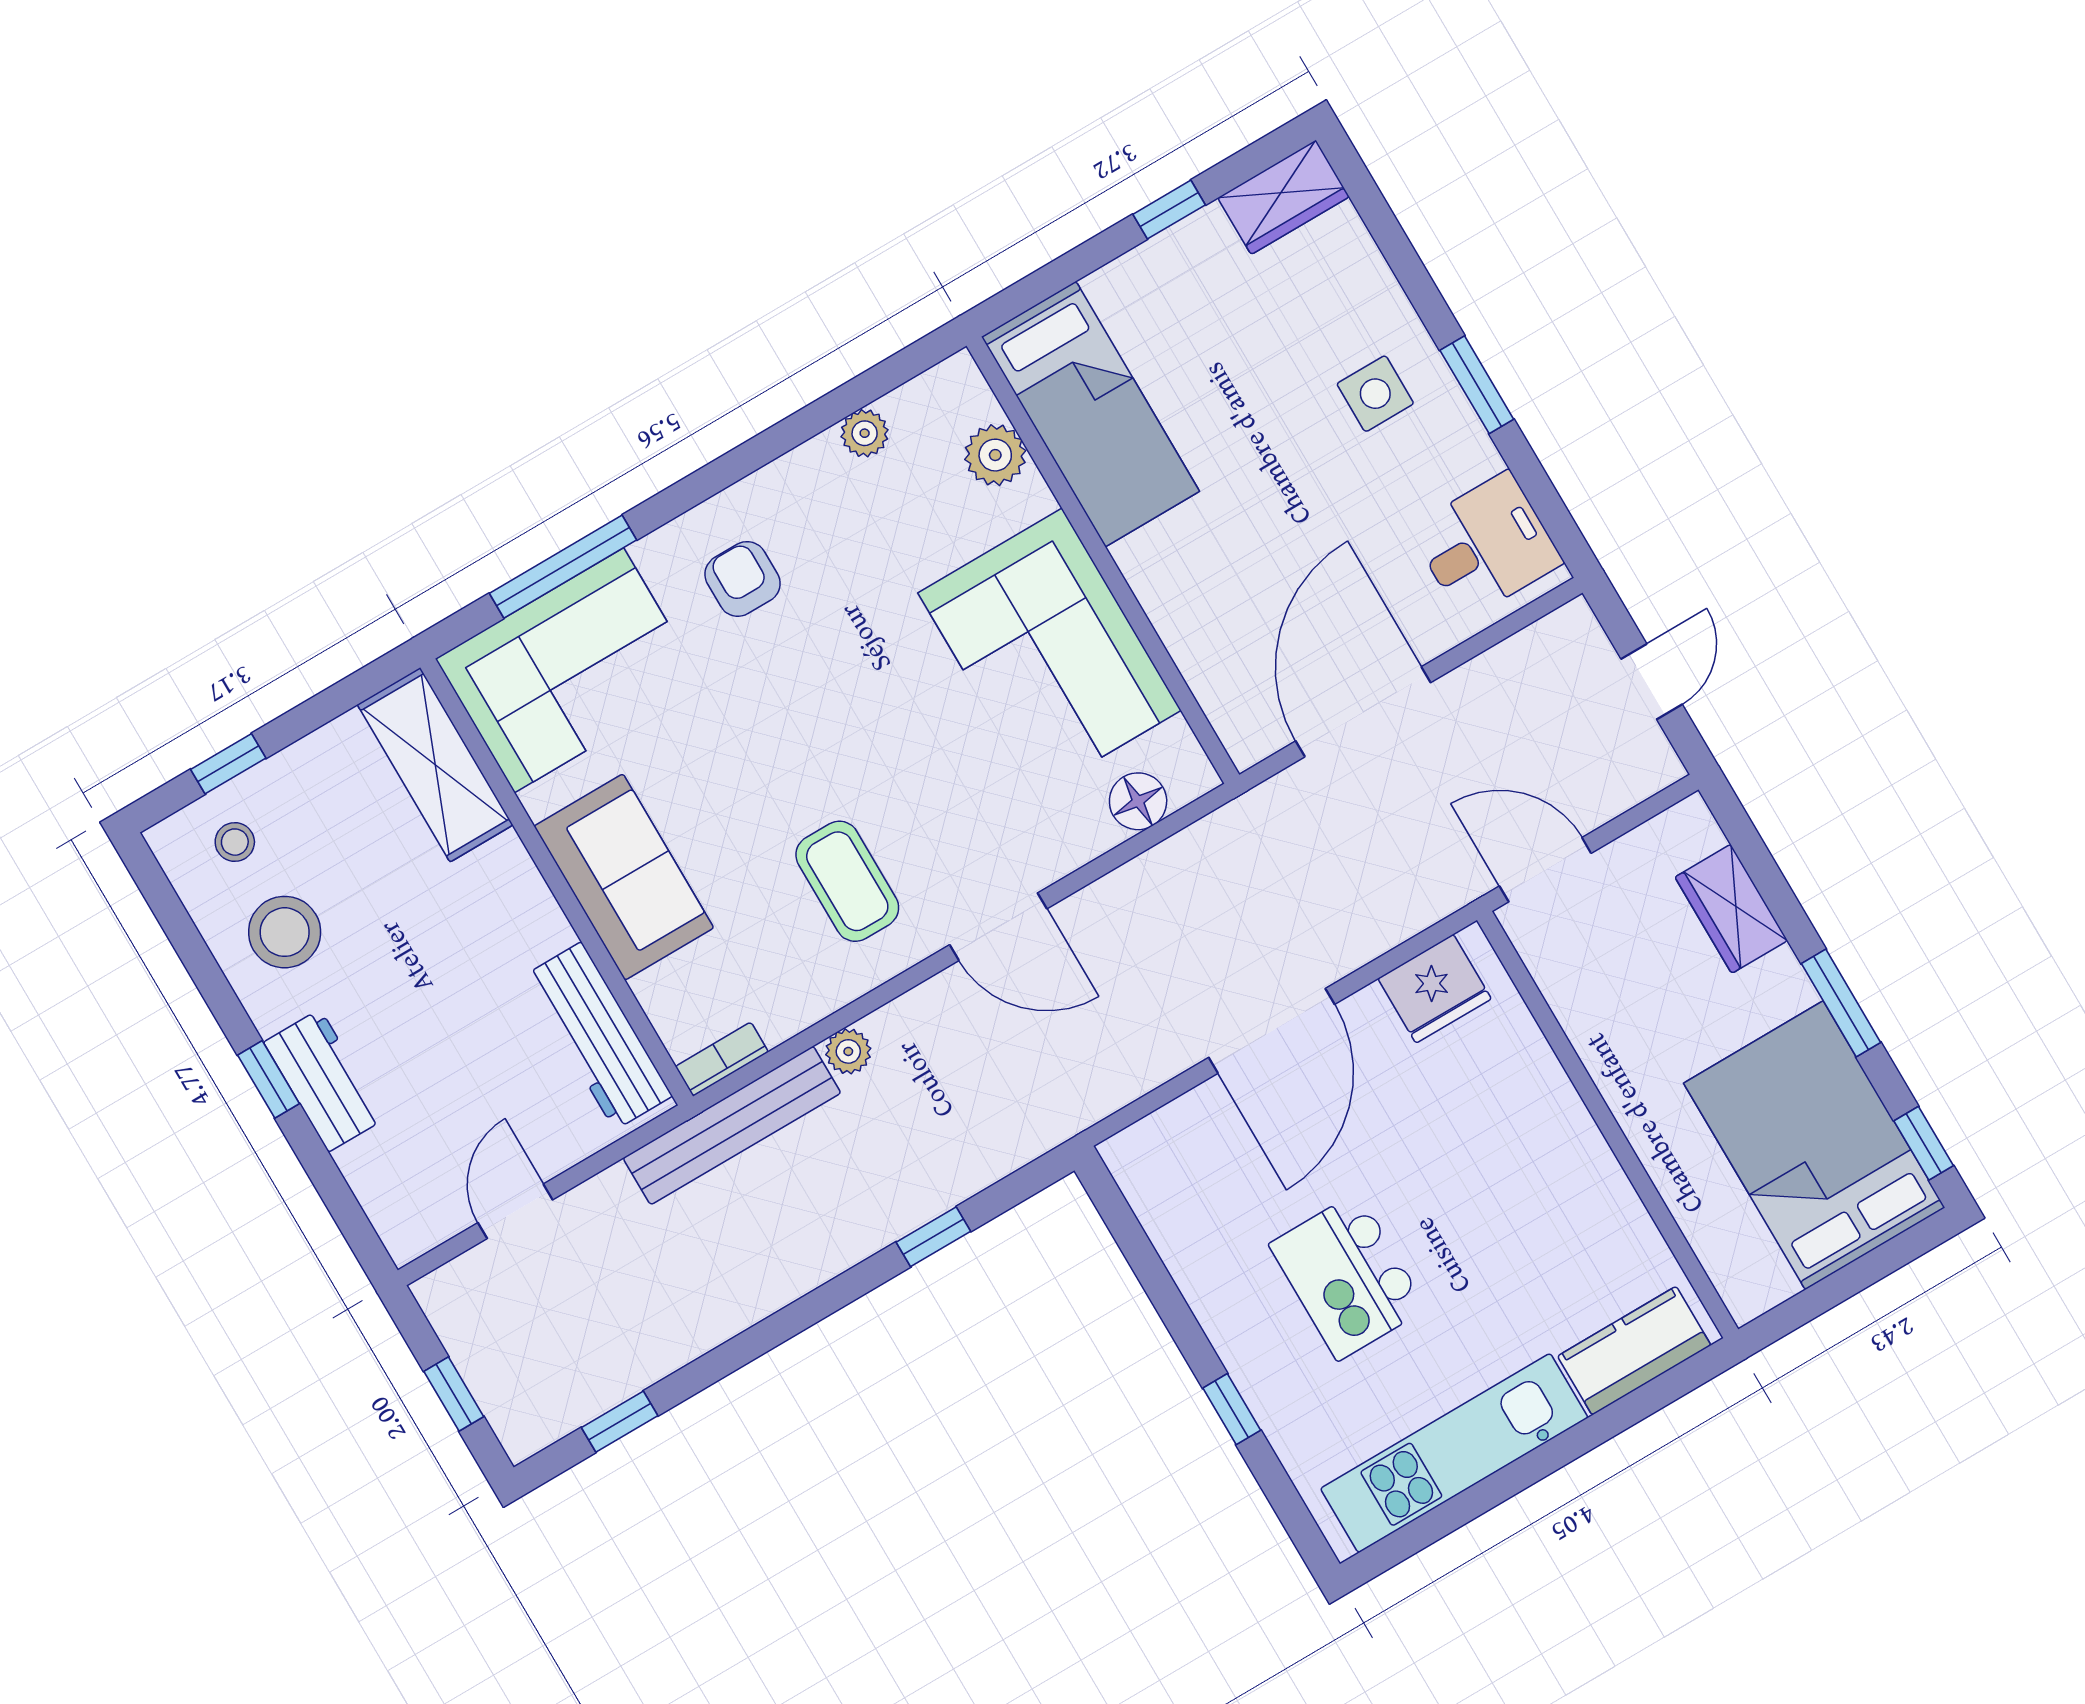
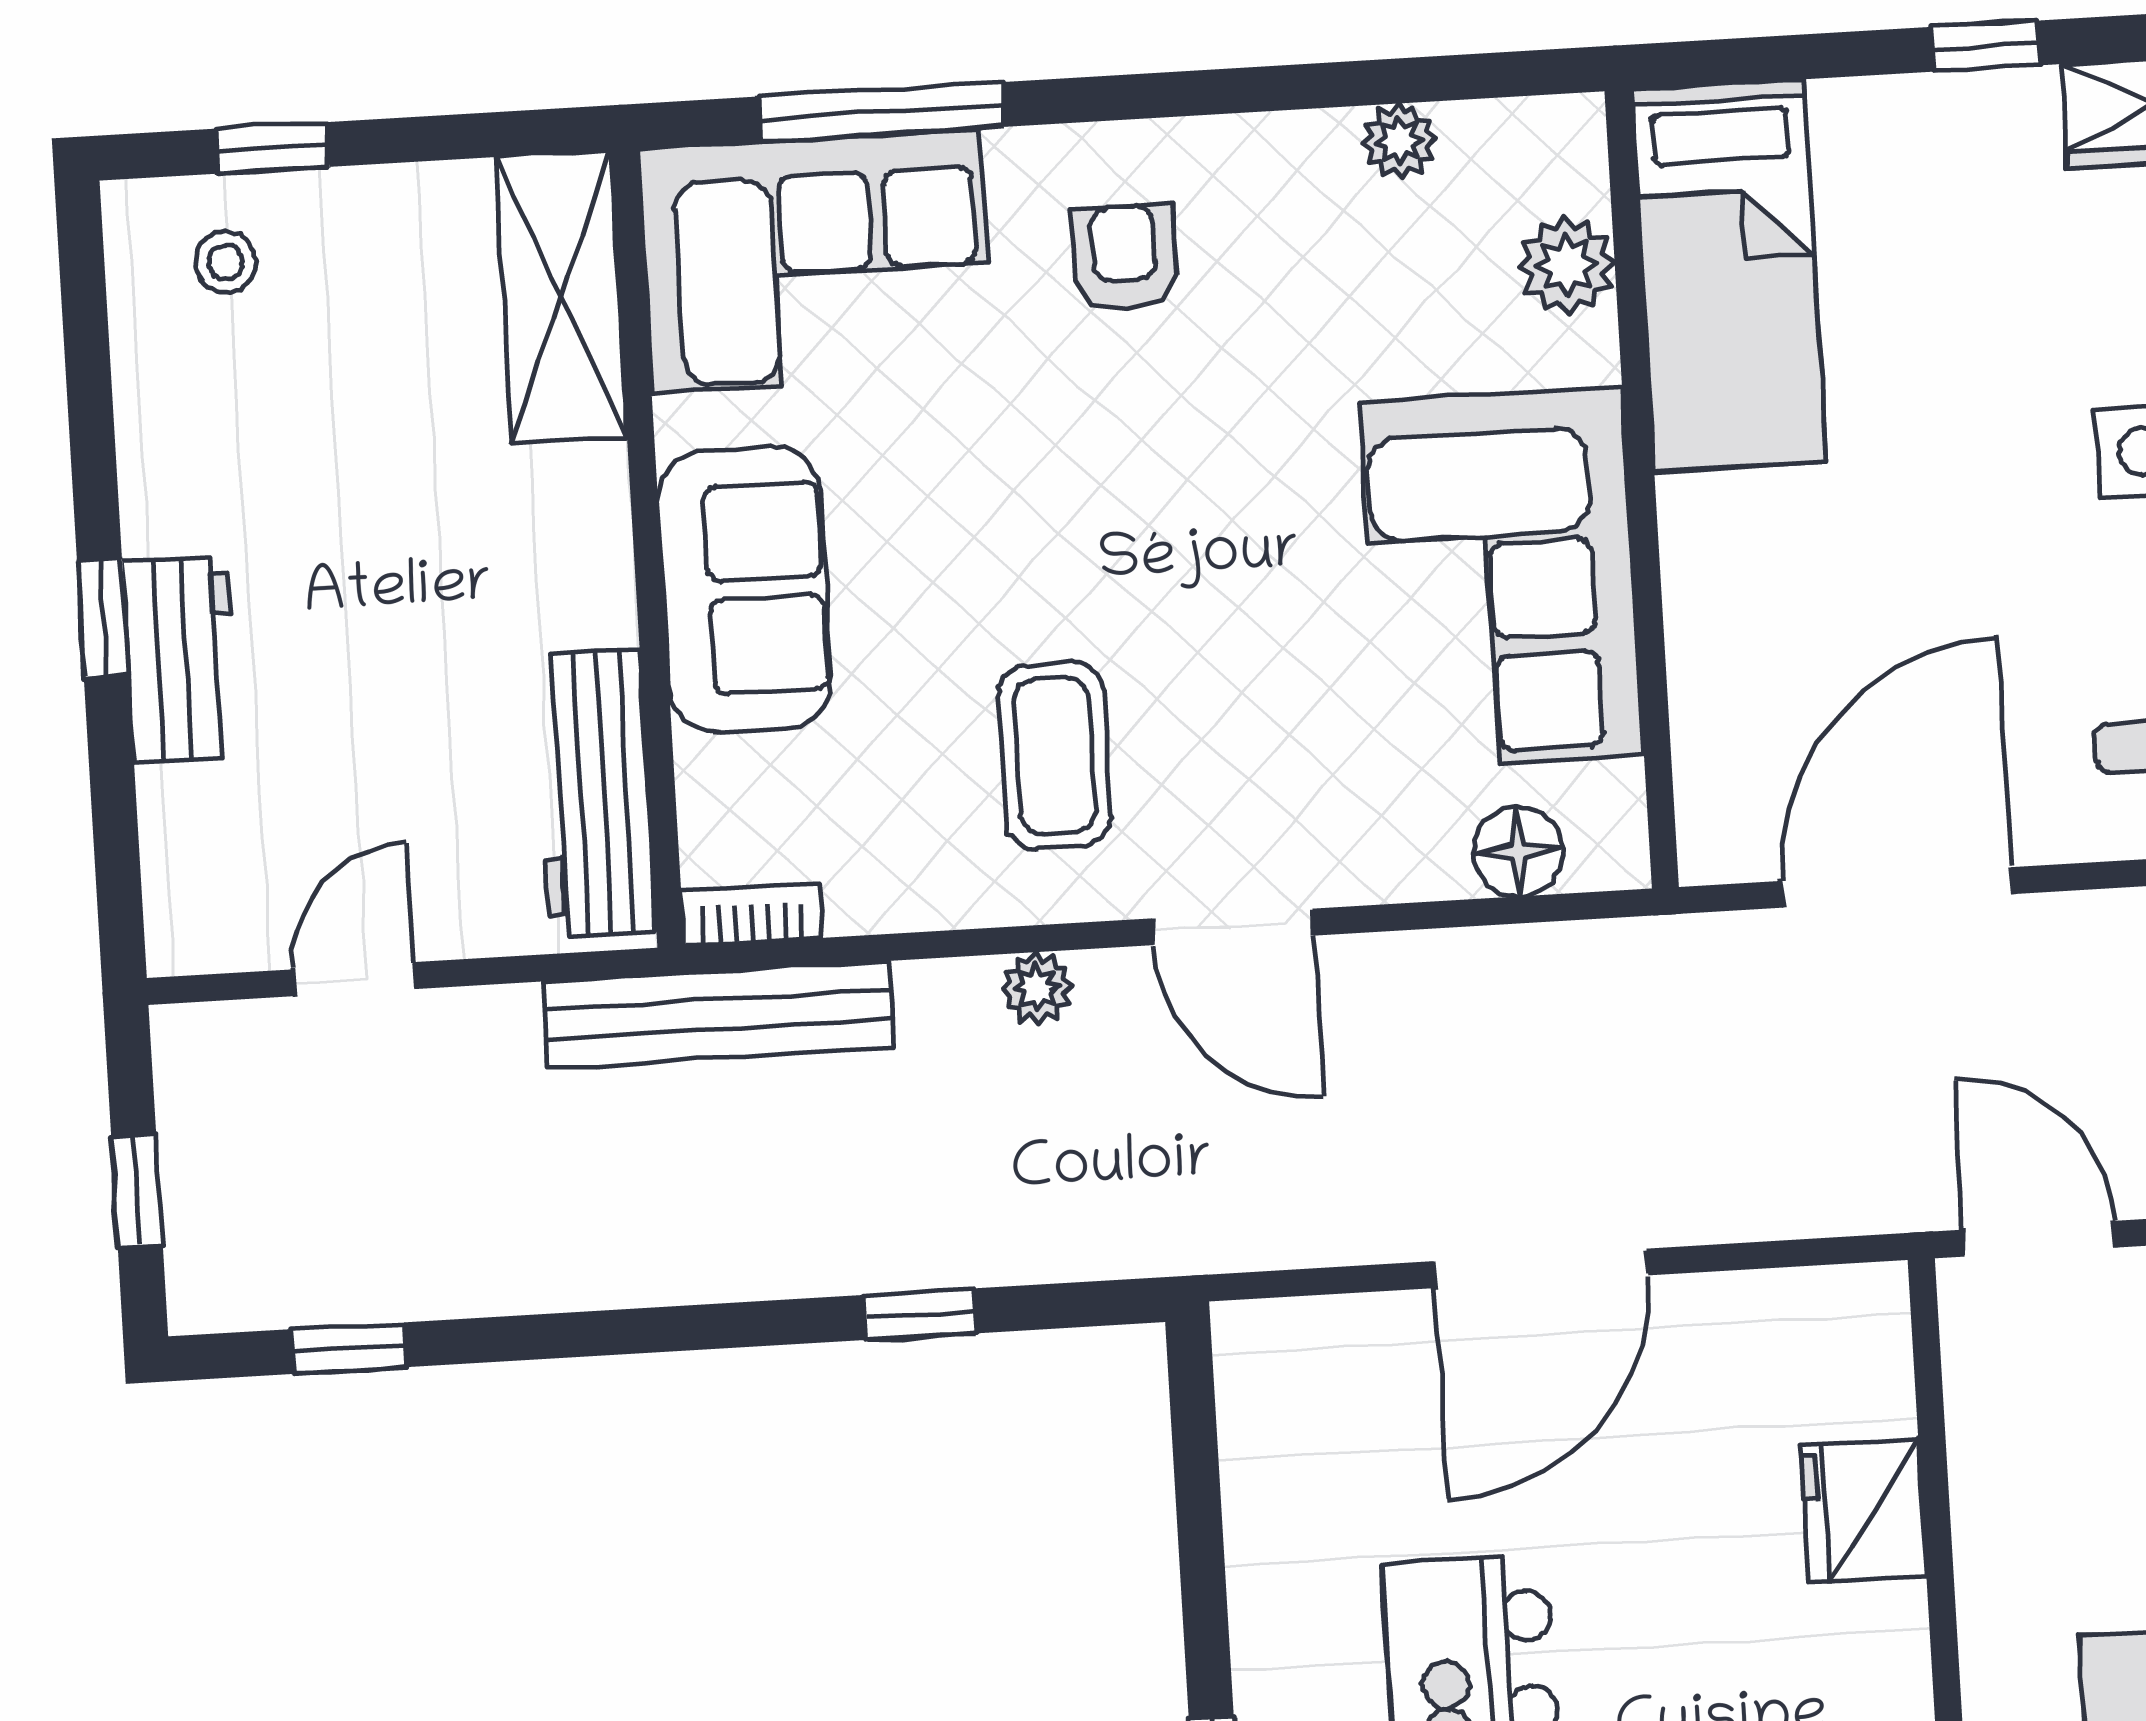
stool: (285, 932) -> (231, 424), removed
fridge: (1435, 989) -> (1863, 1510), moved, turned 90
plant: (848, 1051) -> (1037, 988), moved

